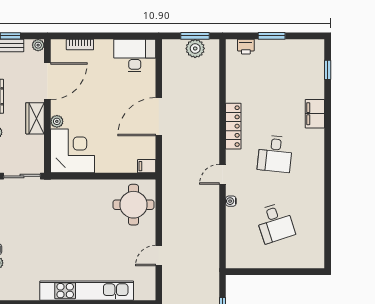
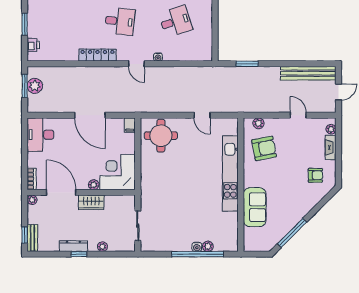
plant: (38, 45) -> (32, 200), moved
door: (47, 81) -> (61, 192), moved
wall: (47, 106) -> (81, 192), moved
wardrobe: (35, 118) -> (91, 202), moved
plant: (57, 121) -> (94, 185), moved
corner desk: (72, 151) -> (118, 172), moved

